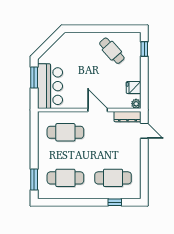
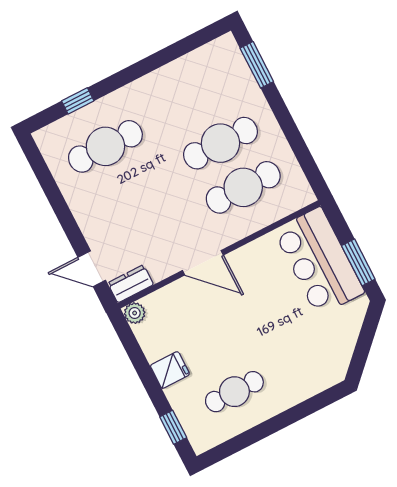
cafe table: (112, 51) -> (234, 392), turned -48
fridge: (134, 88) -> (170, 370), moved
dresser: (127, 117) -> (131, 284), width x0.70
cafe table: (65, 178) -> (220, 143), moved

